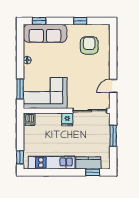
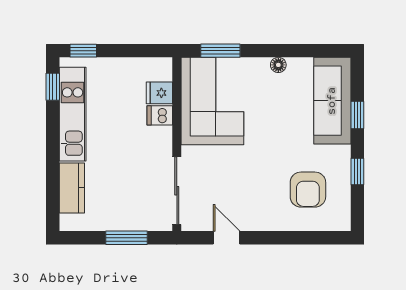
window: (39, 21) -> (357, 115), moved
armchair: (89, 45) -> (308, 190), turned 90
dishwasher: (30, 119) -> (160, 115), moved
fridge: (67, 119) -> (159, 93), moved
window: (93, 172) -> (53, 87), moved

